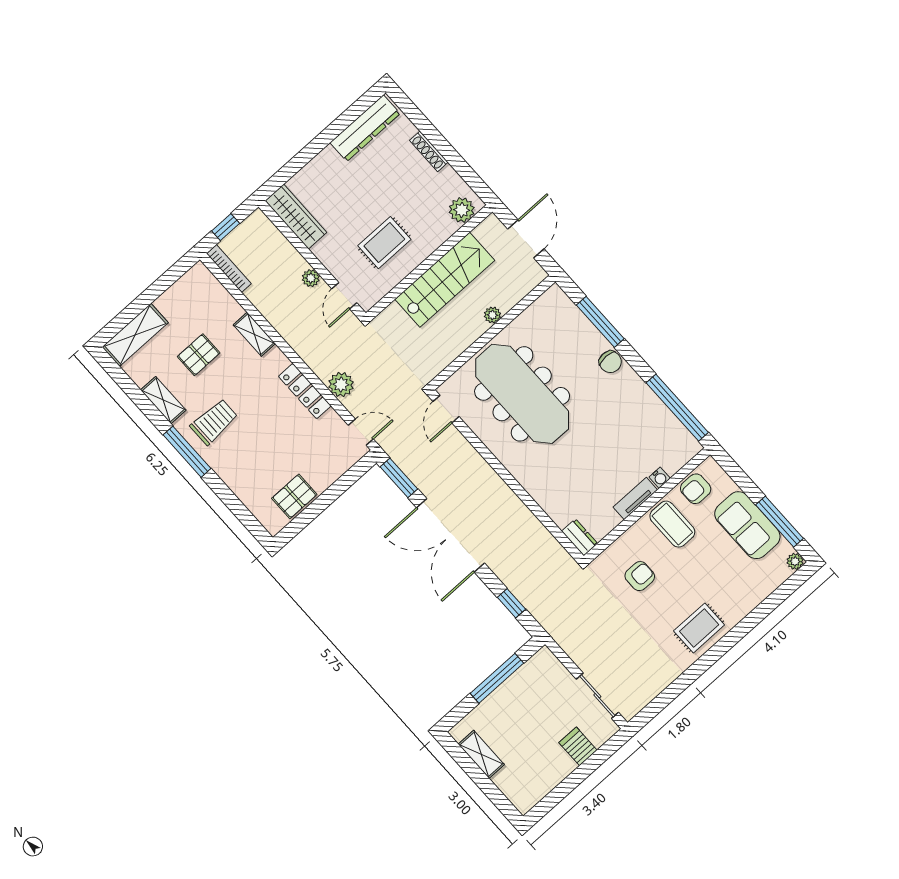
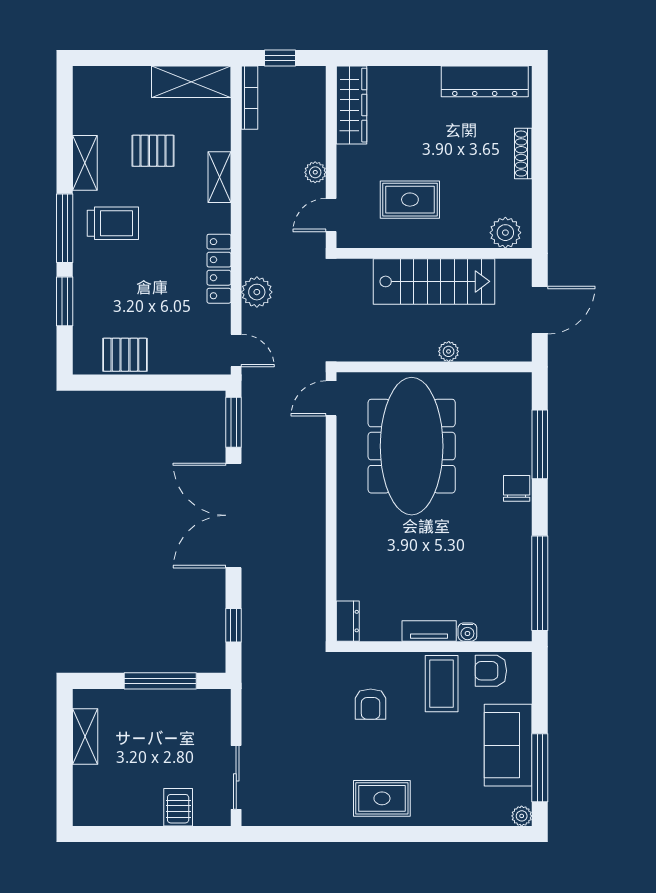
shelving: (135, 335) -> (191, 82), moved
chair: (610, 362) -> (517, 488), turned 180
window: (228, 497) -> (65, 301), added
armchair: (640, 576) -> (371, 704), turned 90

